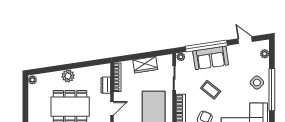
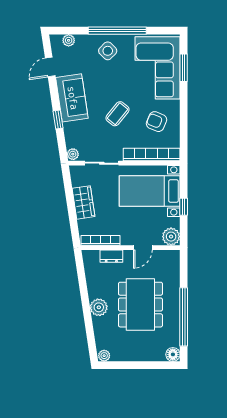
window: (206, 46) -> (58, 120), width x0.32
sofa: (211, 58) -> (72, 98), moved
door: (112, 108) -> (143, 248), swing flipped

